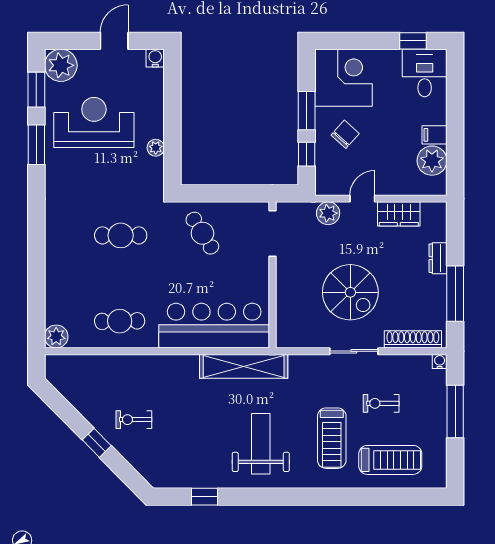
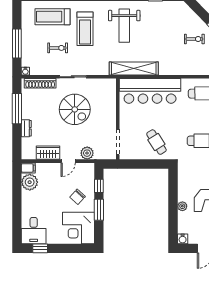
filing cabinet: (434, 135) -> (28, 168), moved
plant: (156, 148) -> (182, 206), moved
spiral stairs: (350, 292) -> (75, 109), turned 180
treadmill: (332, 438) -> (85, 29), turned 180

